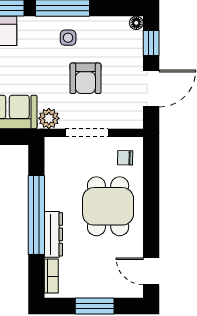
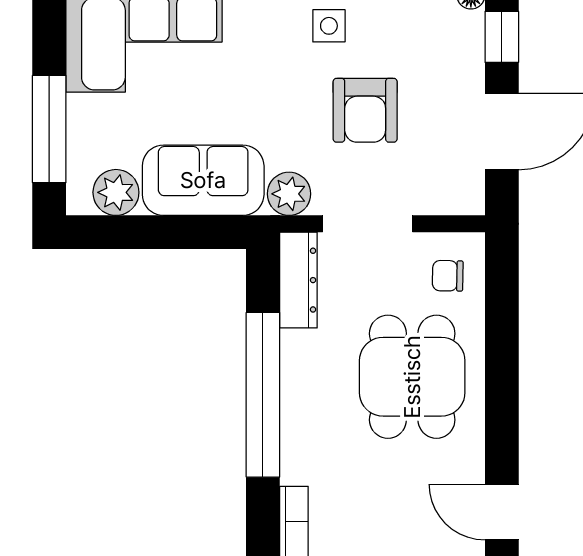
dresser: (53, 234) -> (298, 280), moved

